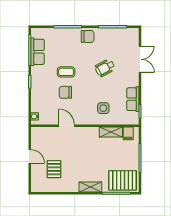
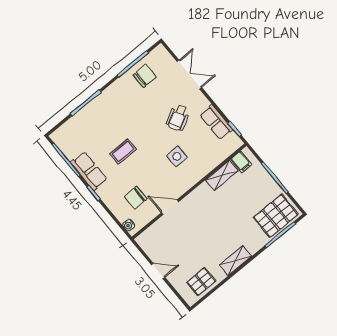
chair: (88, 36) -> (145, 76), moved
row of seats: (37, 52) -> (89, 171), moved
wheelchair: (105, 68) -> (178, 118), moved
chair: (65, 92) -> (135, 197), moved
side table: (103, 108) -> (177, 156), moved
pallet: (54, 169) -> (201, 282), moved, turned 90
shelving: (90, 187) -> (236, 261), moved

